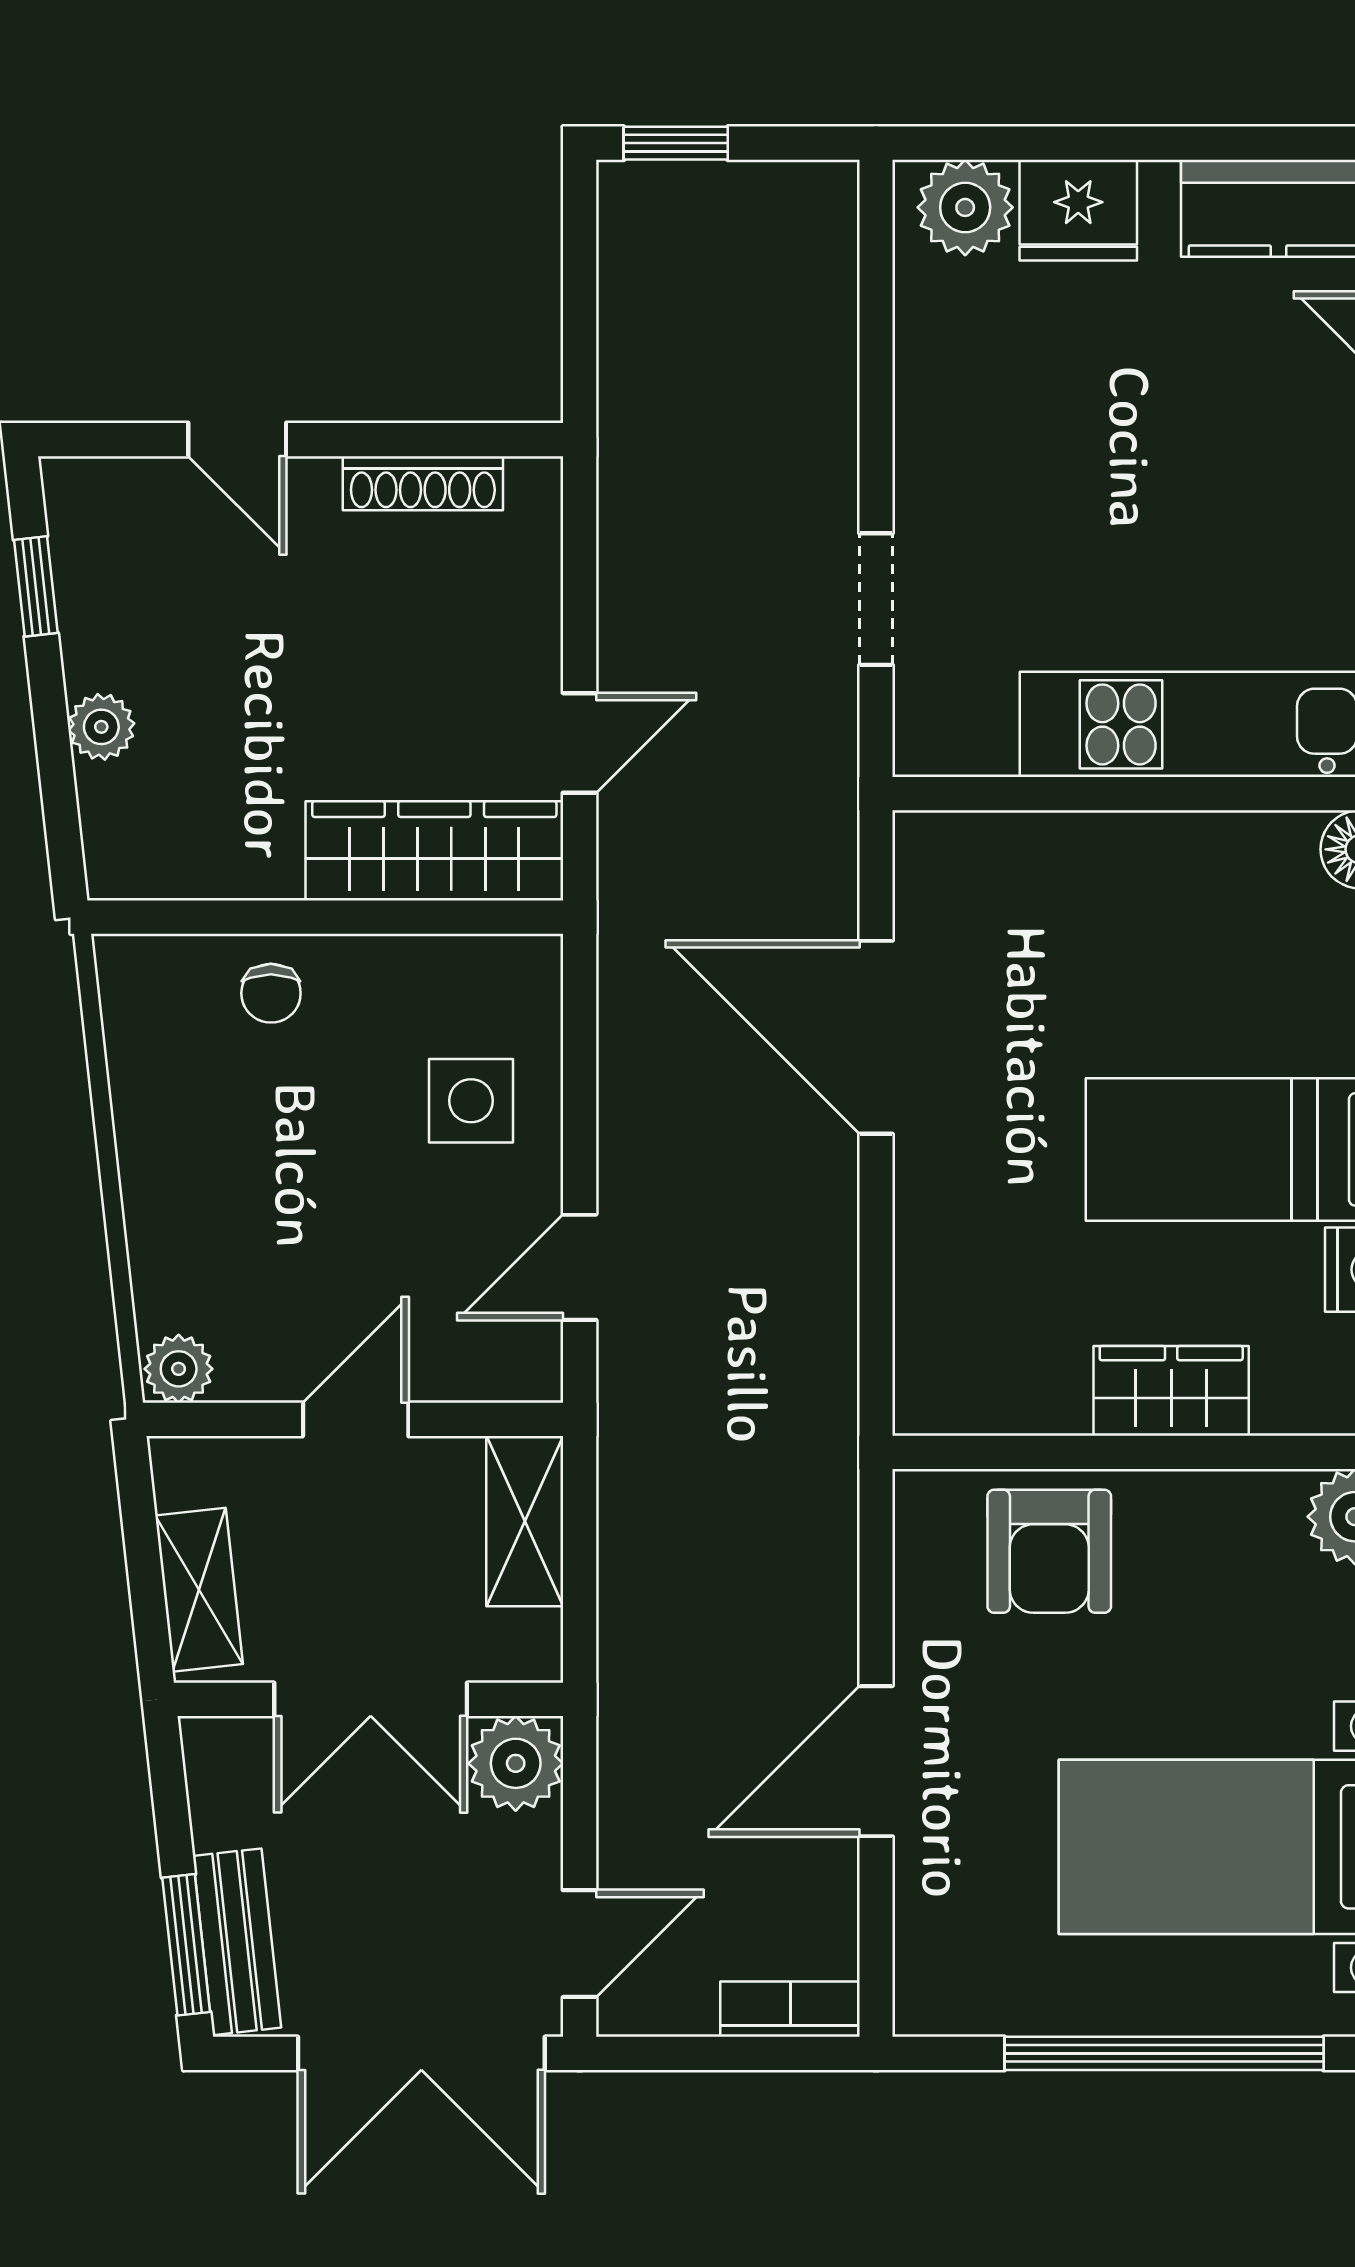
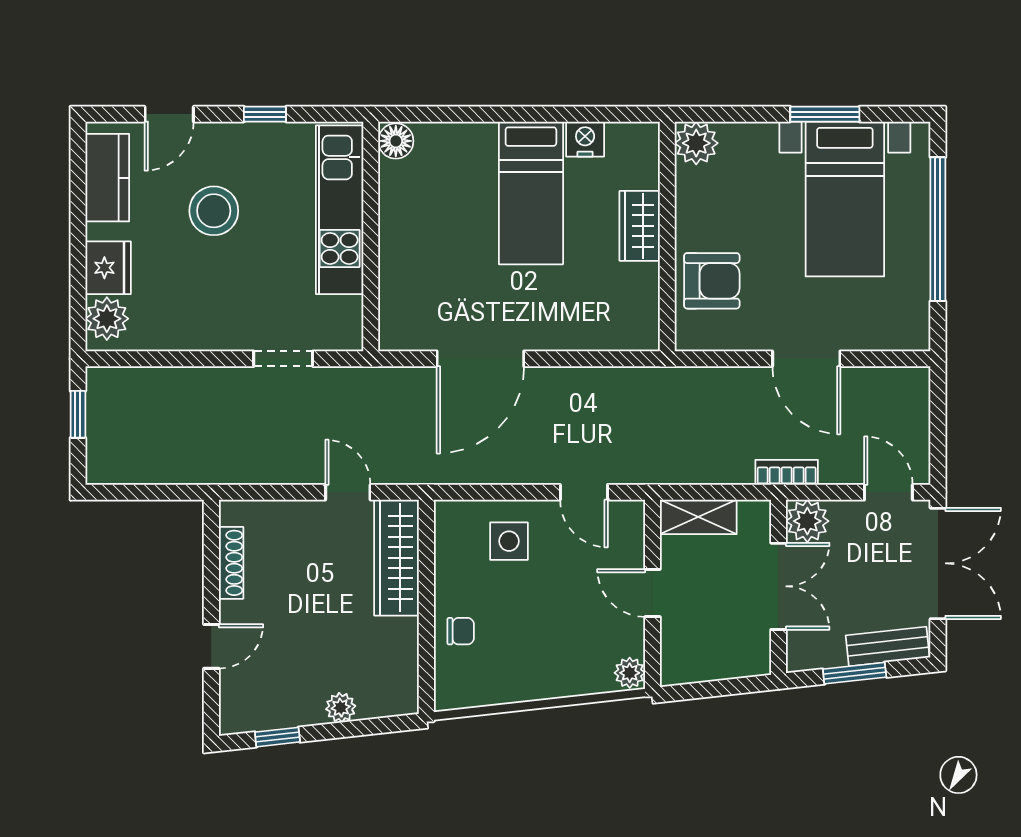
window: (676, 143) -> (78, 414), moved
stool: (1205, 445) -> (214, 211), added
shelving: (199, 1590) -> (729, 664), removed
window: (186, 1945) -> (855, 673), moved
bookcase: (790, 2009) -> (787, 472), moved, turned 90

